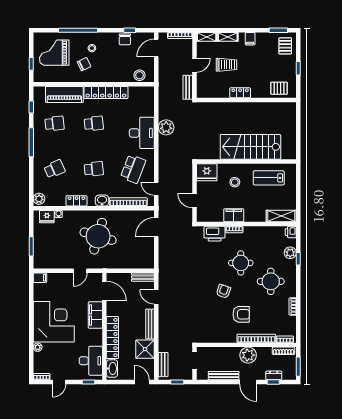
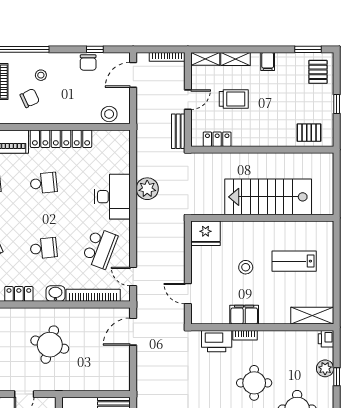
locker: (240, 93) -> (217, 139), moved
stairs: (250, 147) -> (268, 197), moved
wall: (246, 162) -> (262, 218), moved
fridge: (207, 172) -> (205, 233), moved
round table: (98, 236) -> (50, 345), width x0.73, depth x0.73

